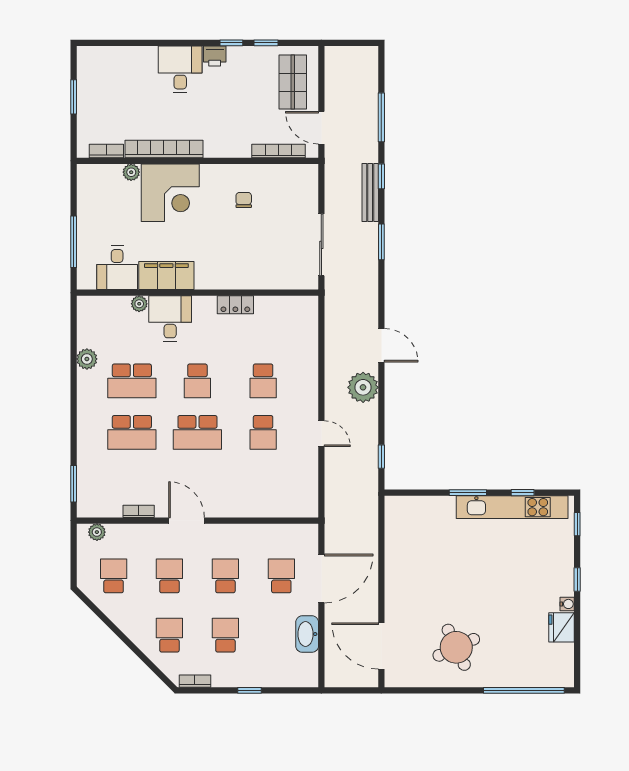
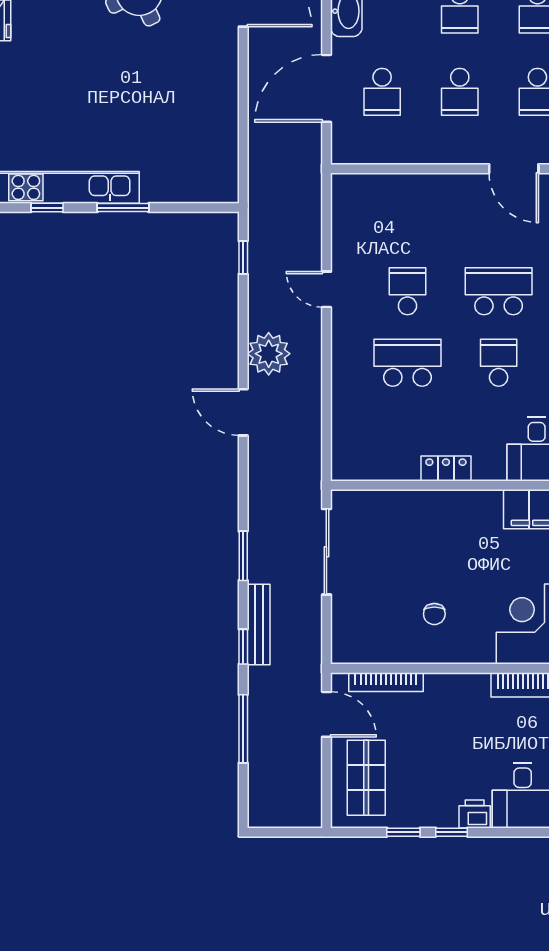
school desk: (263, 381) -> (407, 363), width x1.85

